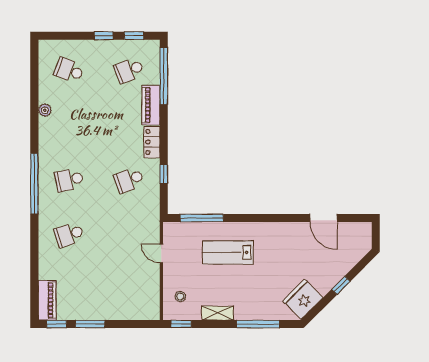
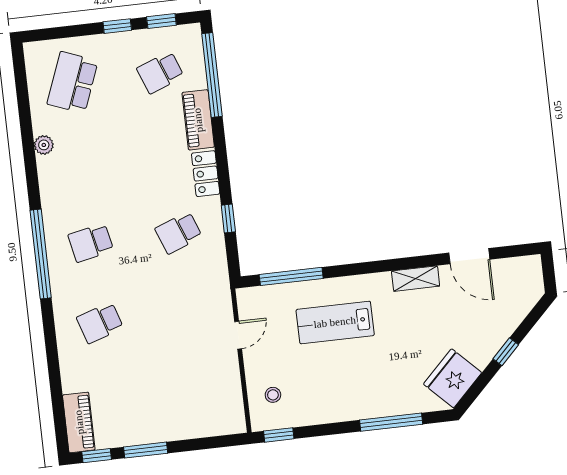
school desk: (69, 70) -> (73, 82), width x1.85
door: (161, 254) -> (238, 335), swing flipped
shelving: (218, 313) -> (416, 279), moved

